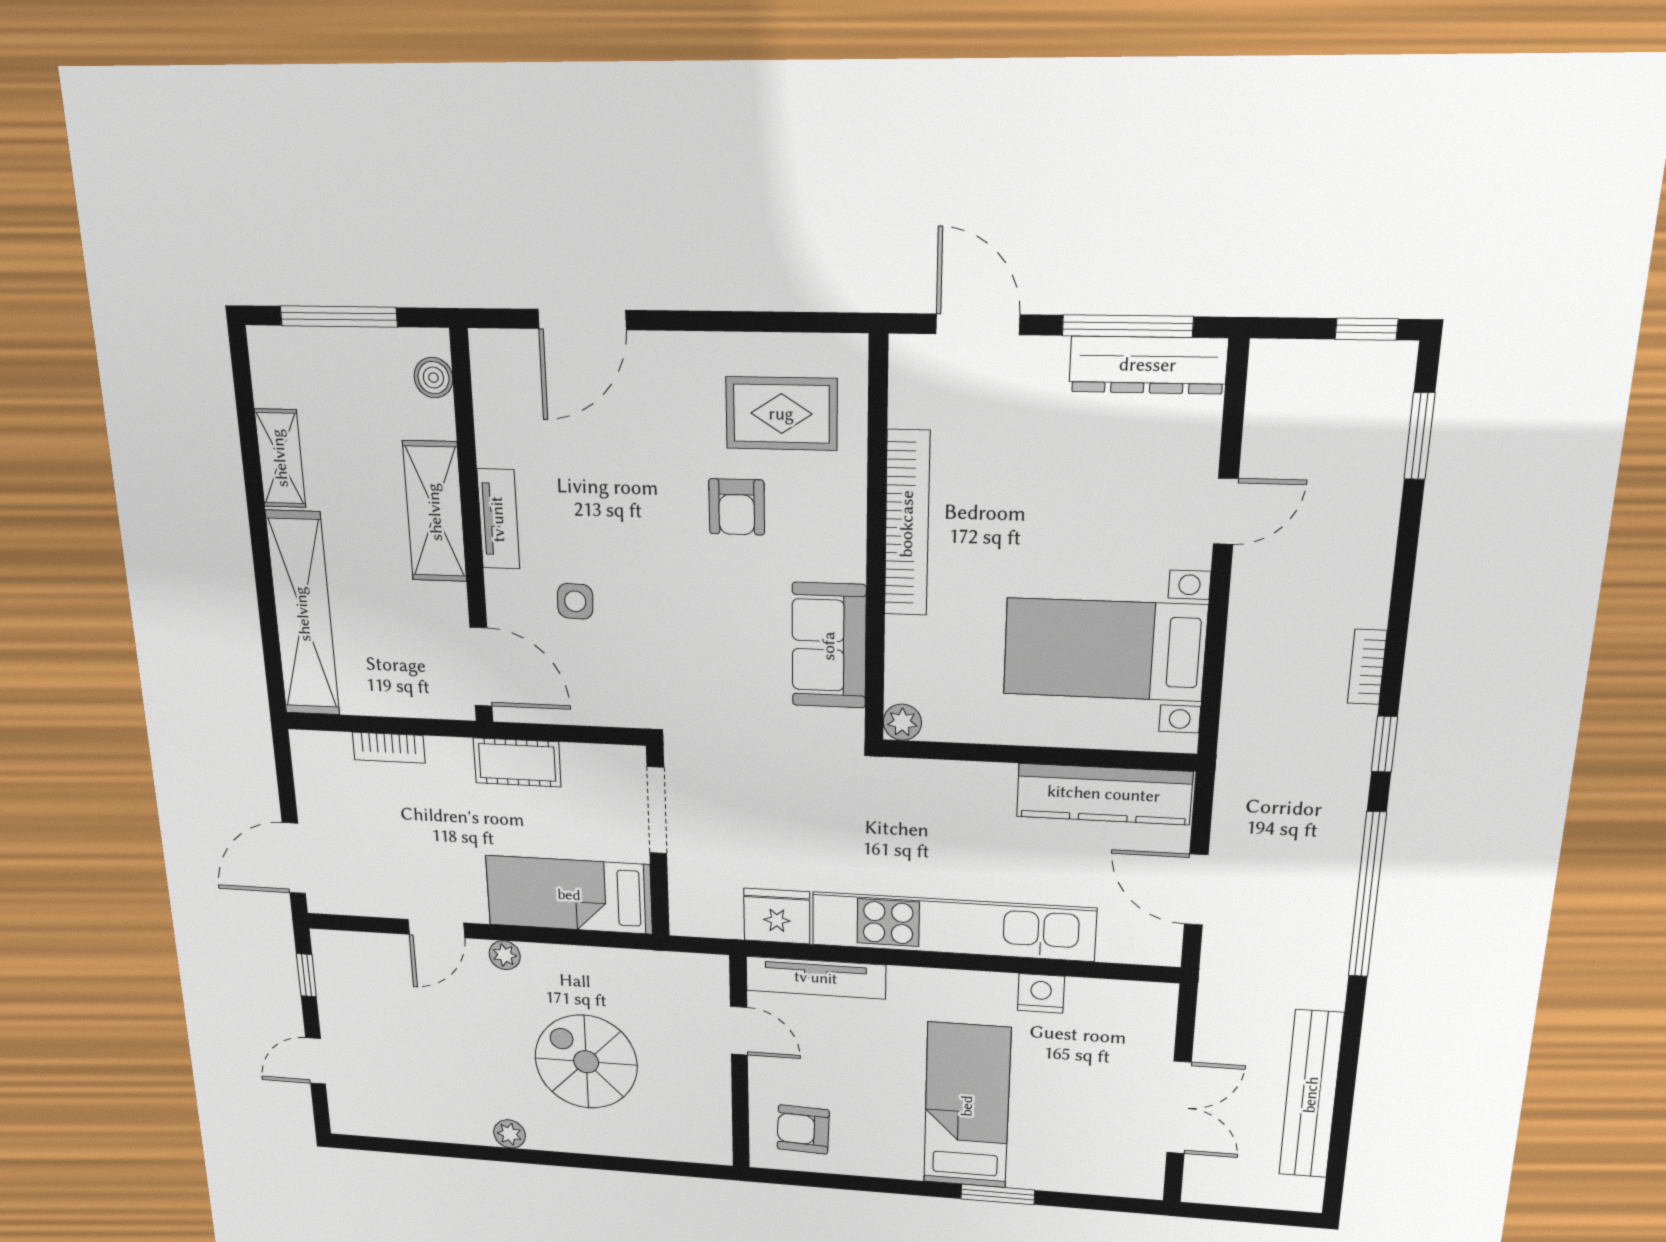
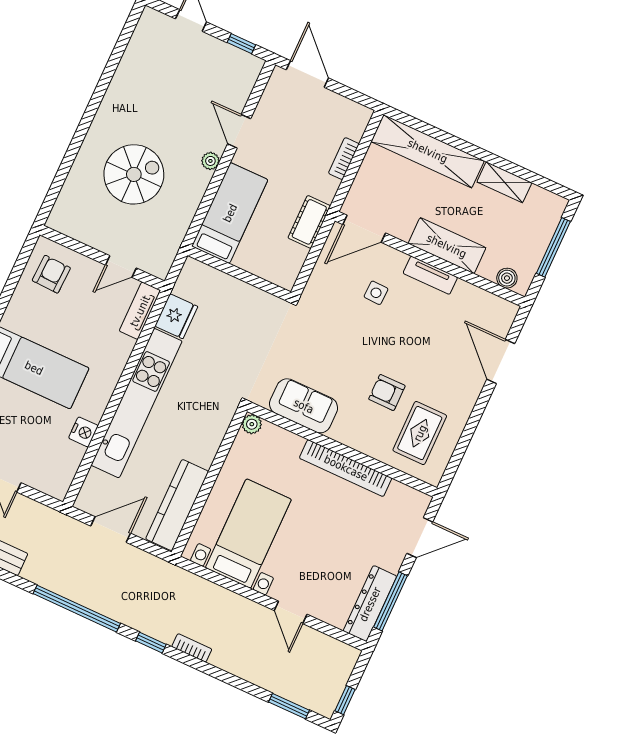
doorway: (657, 810) -> (256, 281), removed
tv unit: (816, 978) -> (140, 311), width x0.71
plant: (510, 1134) -> (107, 109), removed

